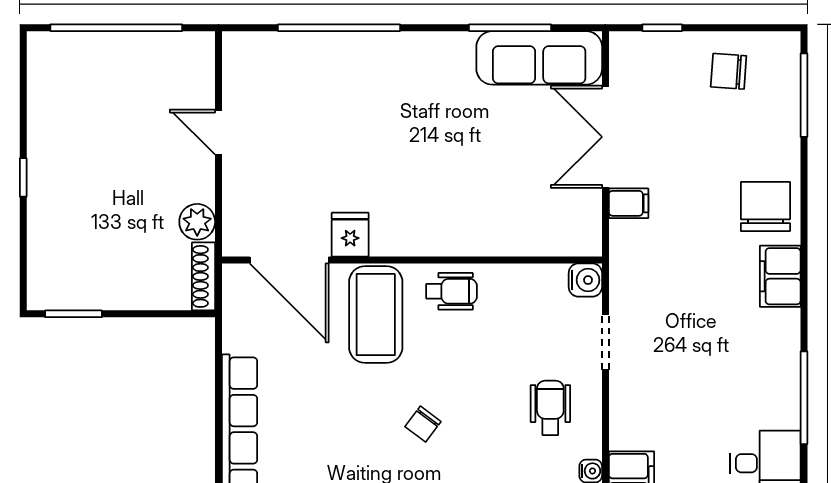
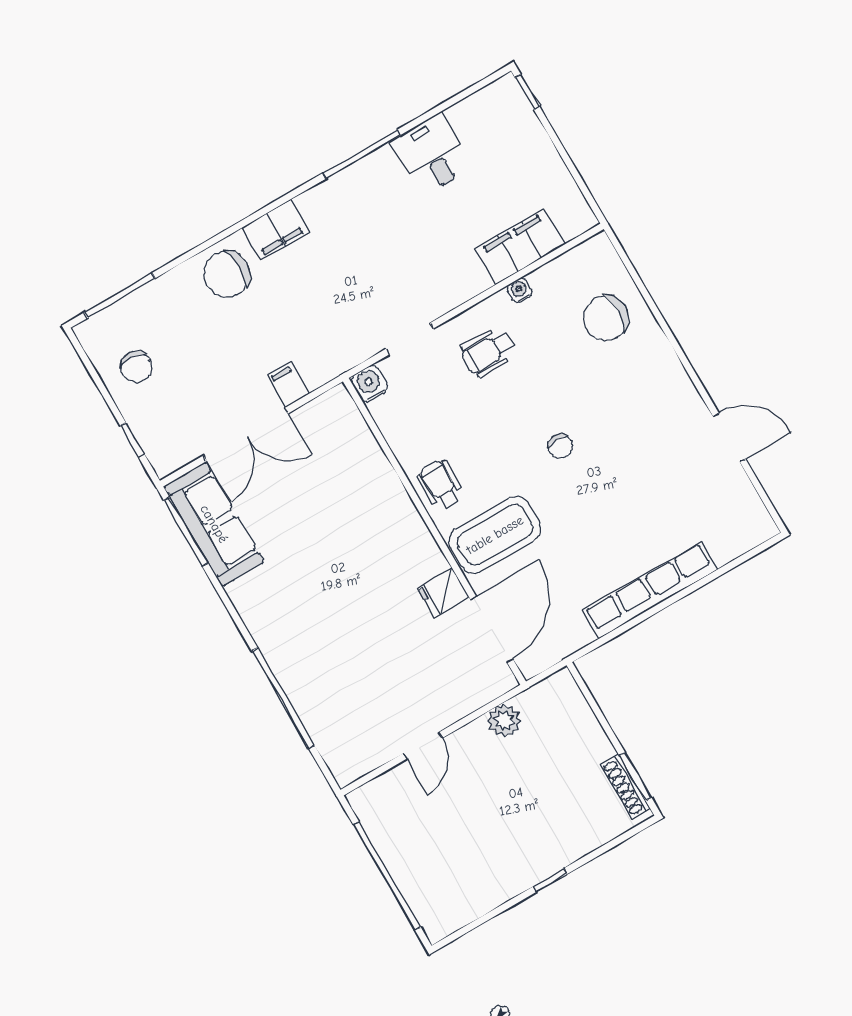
window: (510, 28) -> (186, 532), moved
shoe rack: (203, 276) -> (625, 787), moved, turned 90
chair: (423, 424) -> (560, 446), turned 53

